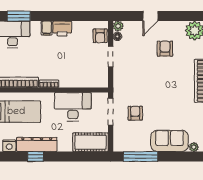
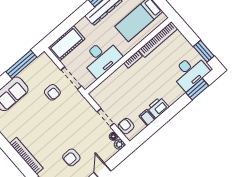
filing cabinet: (47, 28) -> (147, 118), moved
armchair: (165, 49) -> (71, 157), turned 90

